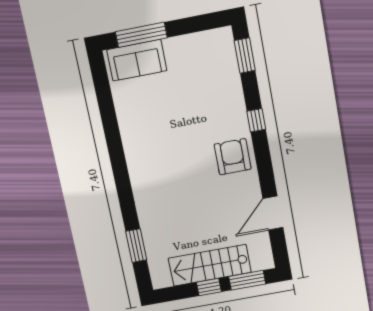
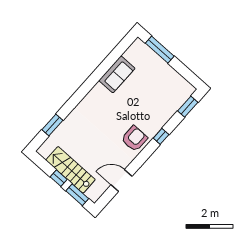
sofa: (137, 60) -> (117, 74), moved, turned -90

